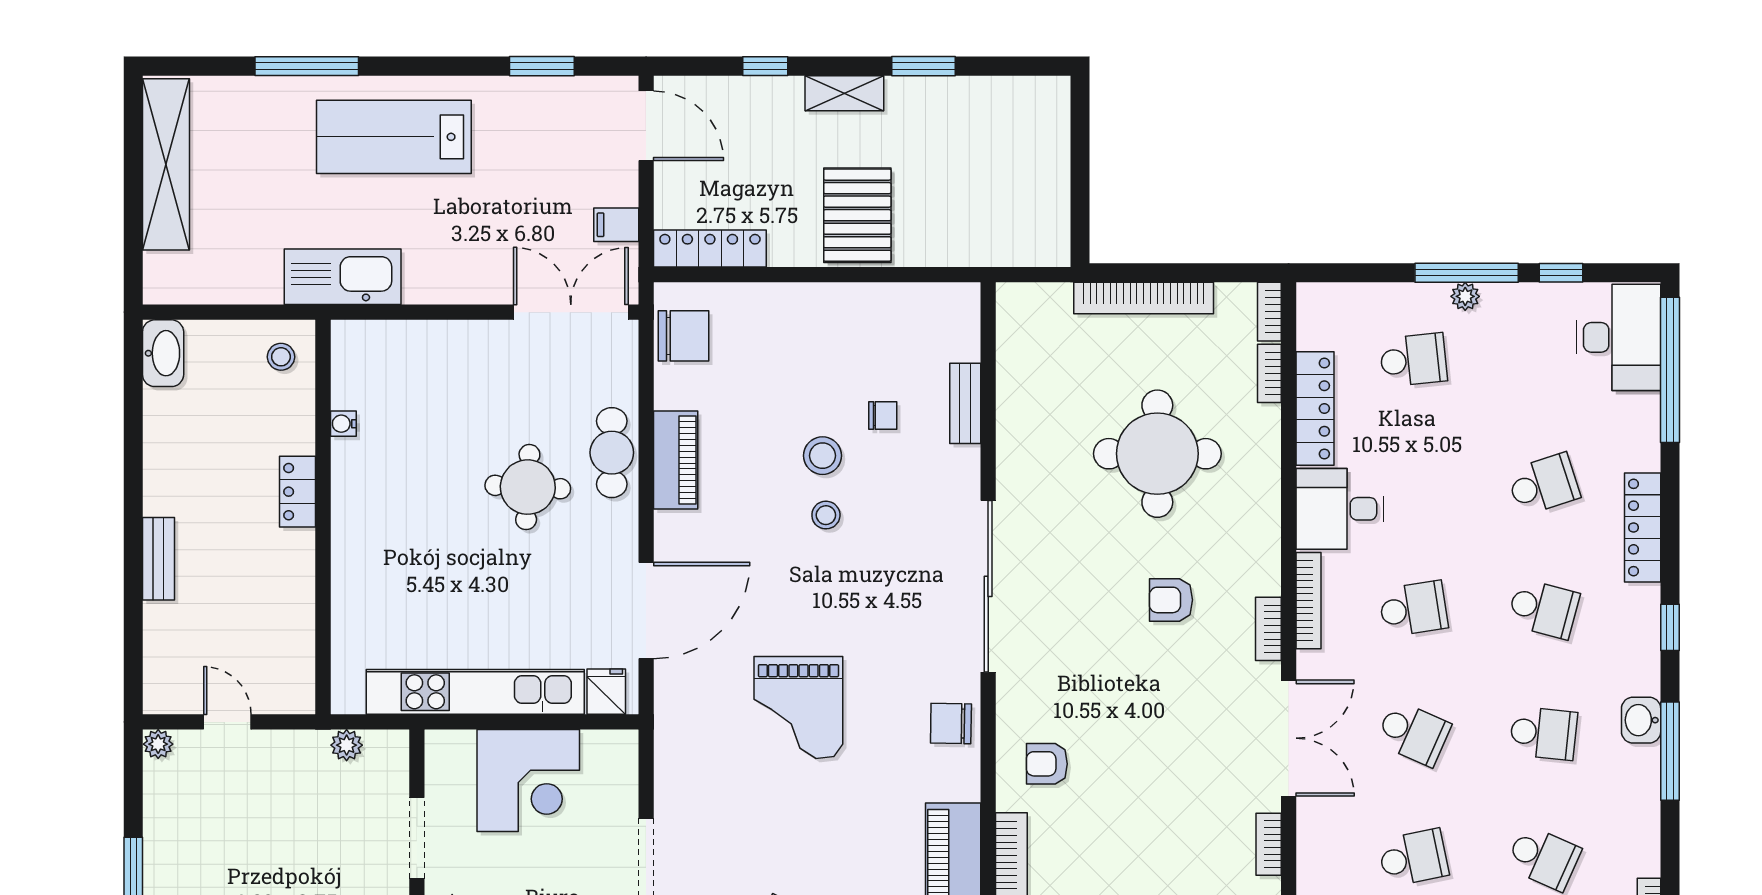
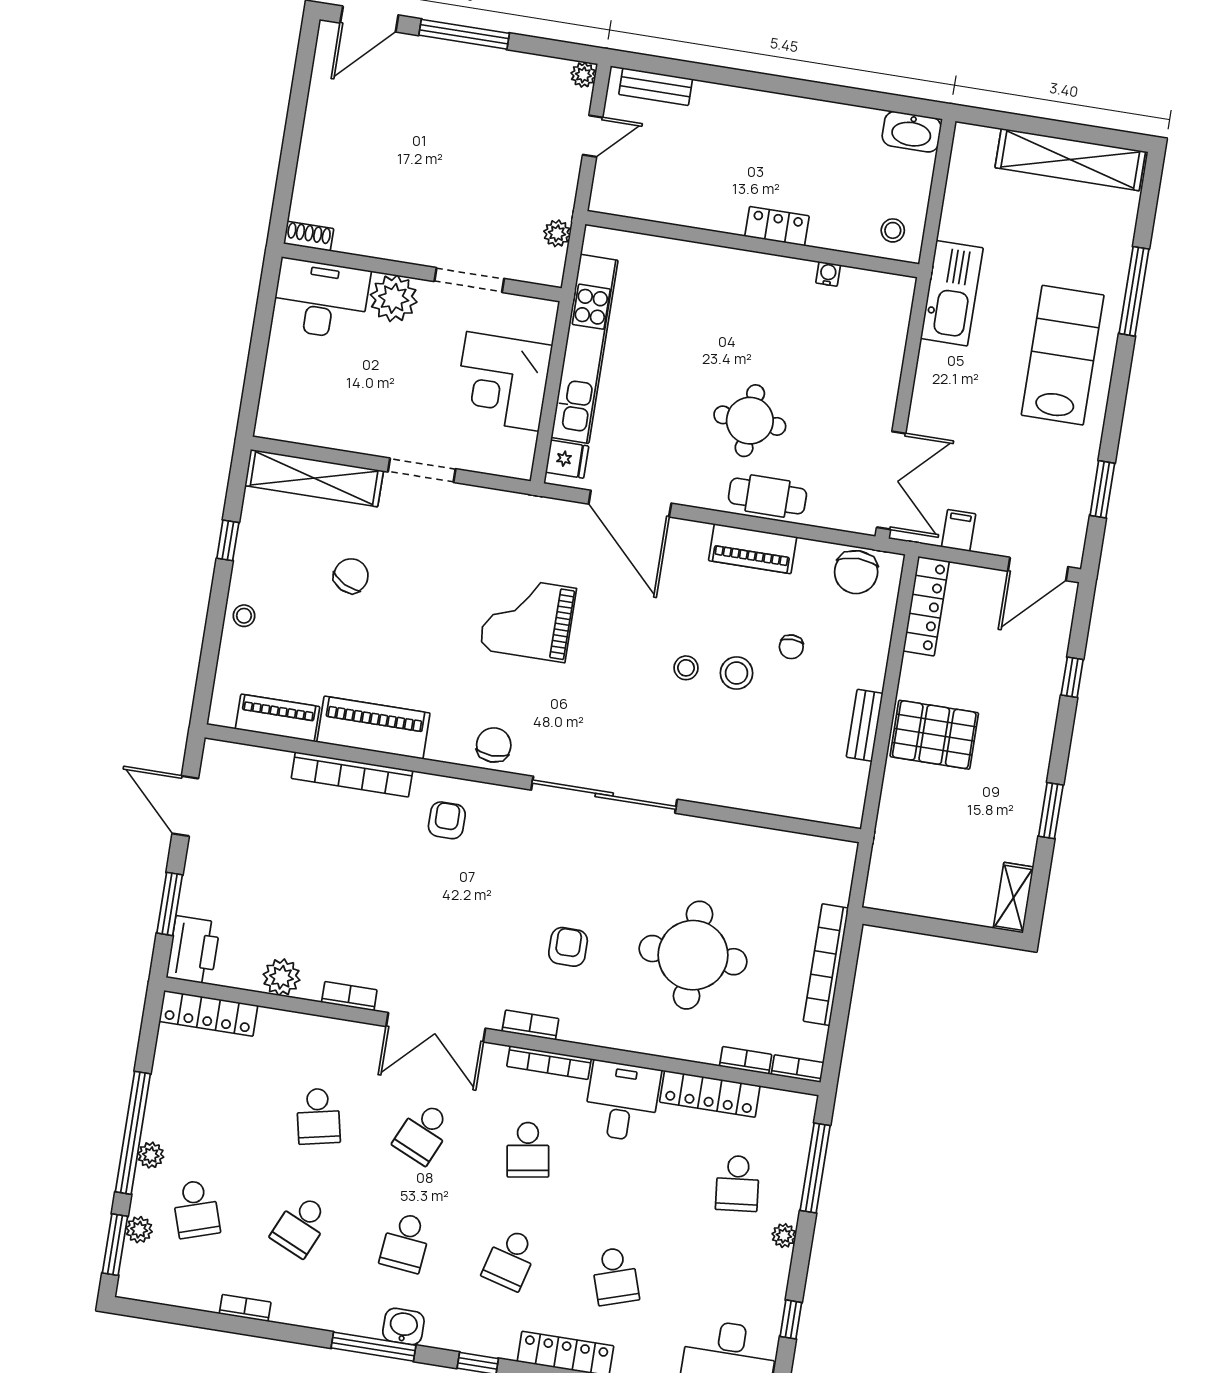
shelving: (844, 93) -> (1013, 898), moved
window: (1467, 273) -> (815, 1168), moved
bench: (965, 403) -> (865, 725), moved, turned 90
chair: (883, 416) -> (791, 647), moved
bench: (158, 559) -> (656, 87), moved

